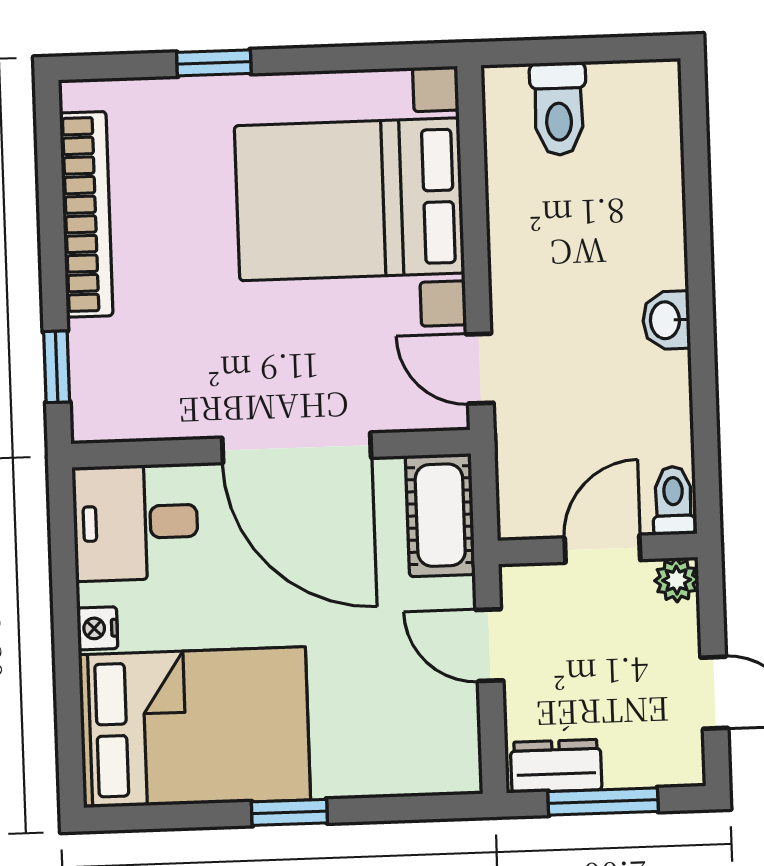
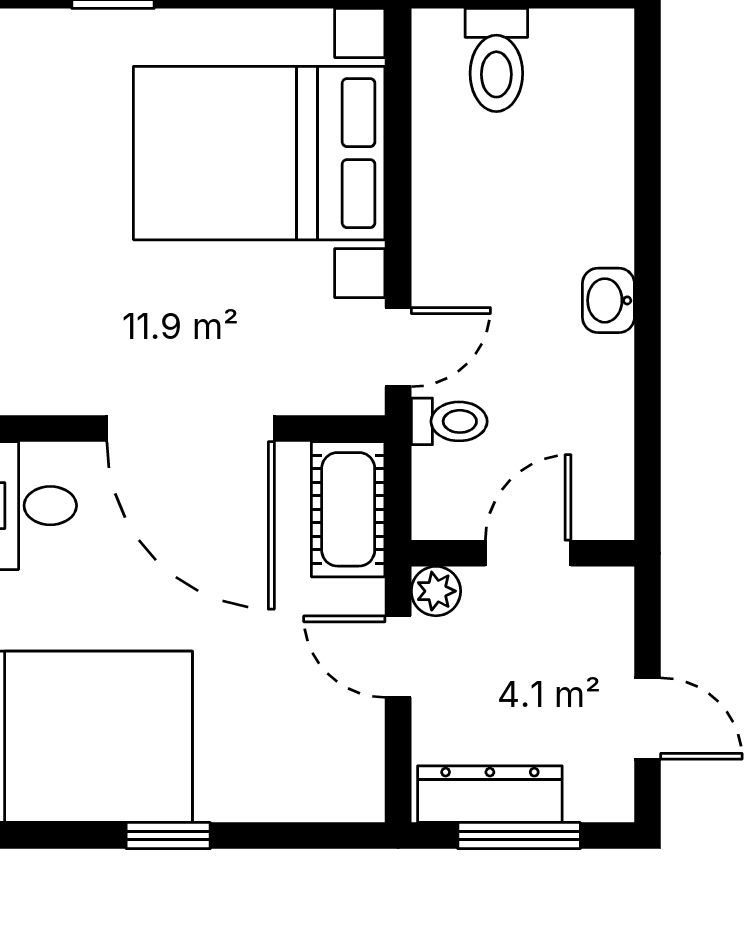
door: (480, 369) -> (398, 347), swing flipped
toilet: (673, 501) -> (449, 421), moved, turned 90
plant: (677, 580) -> (436, 591), moved
dresser: (556, 766) -> (490, 794), width x1.44

